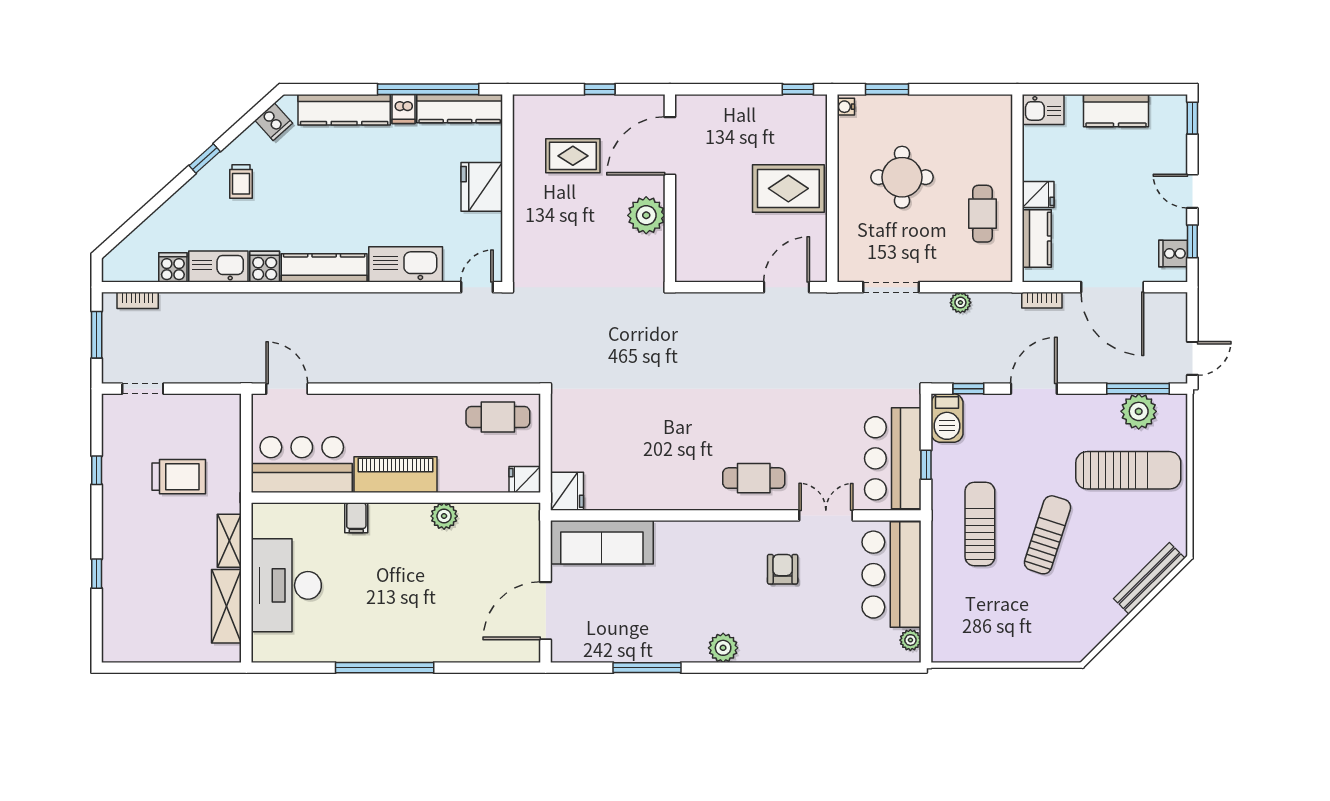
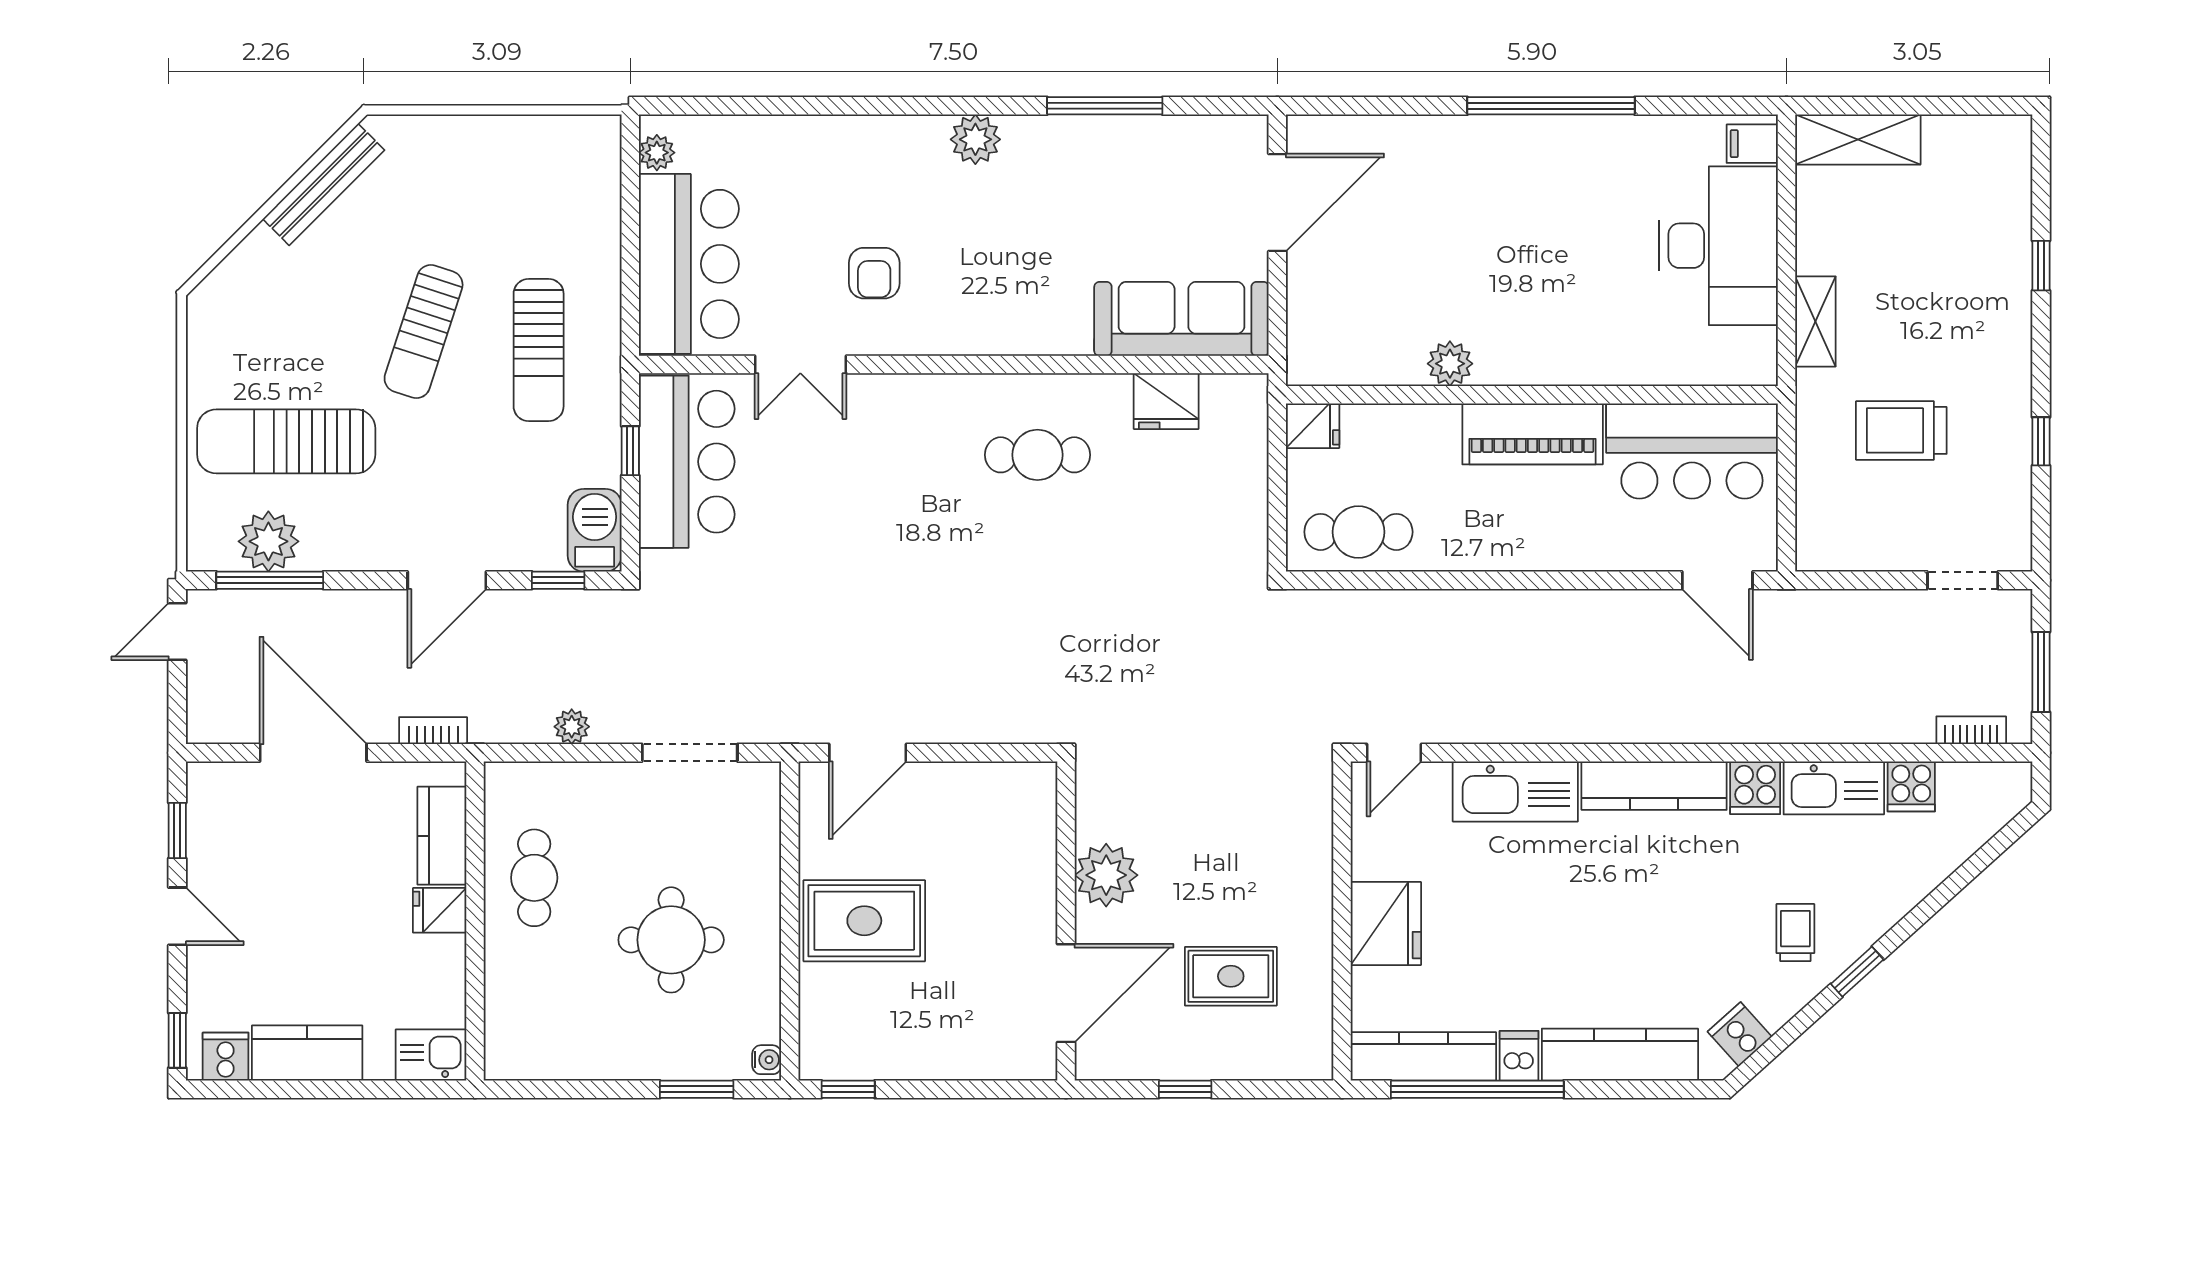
cooker: (1173, 253) -> (226, 1057), moved, turned -90
cafe table: (754, 478) -> (1037, 455), moved
fridge: (567, 491) -> (1166, 401), moved, turned -90
filing cabinet: (356, 518) -> (1752, 144), moved, turned -90
bench: (1149, 578) -> (324, 184), moved
shelving: (226, 606) -> (1858, 139), moved, turned 90

